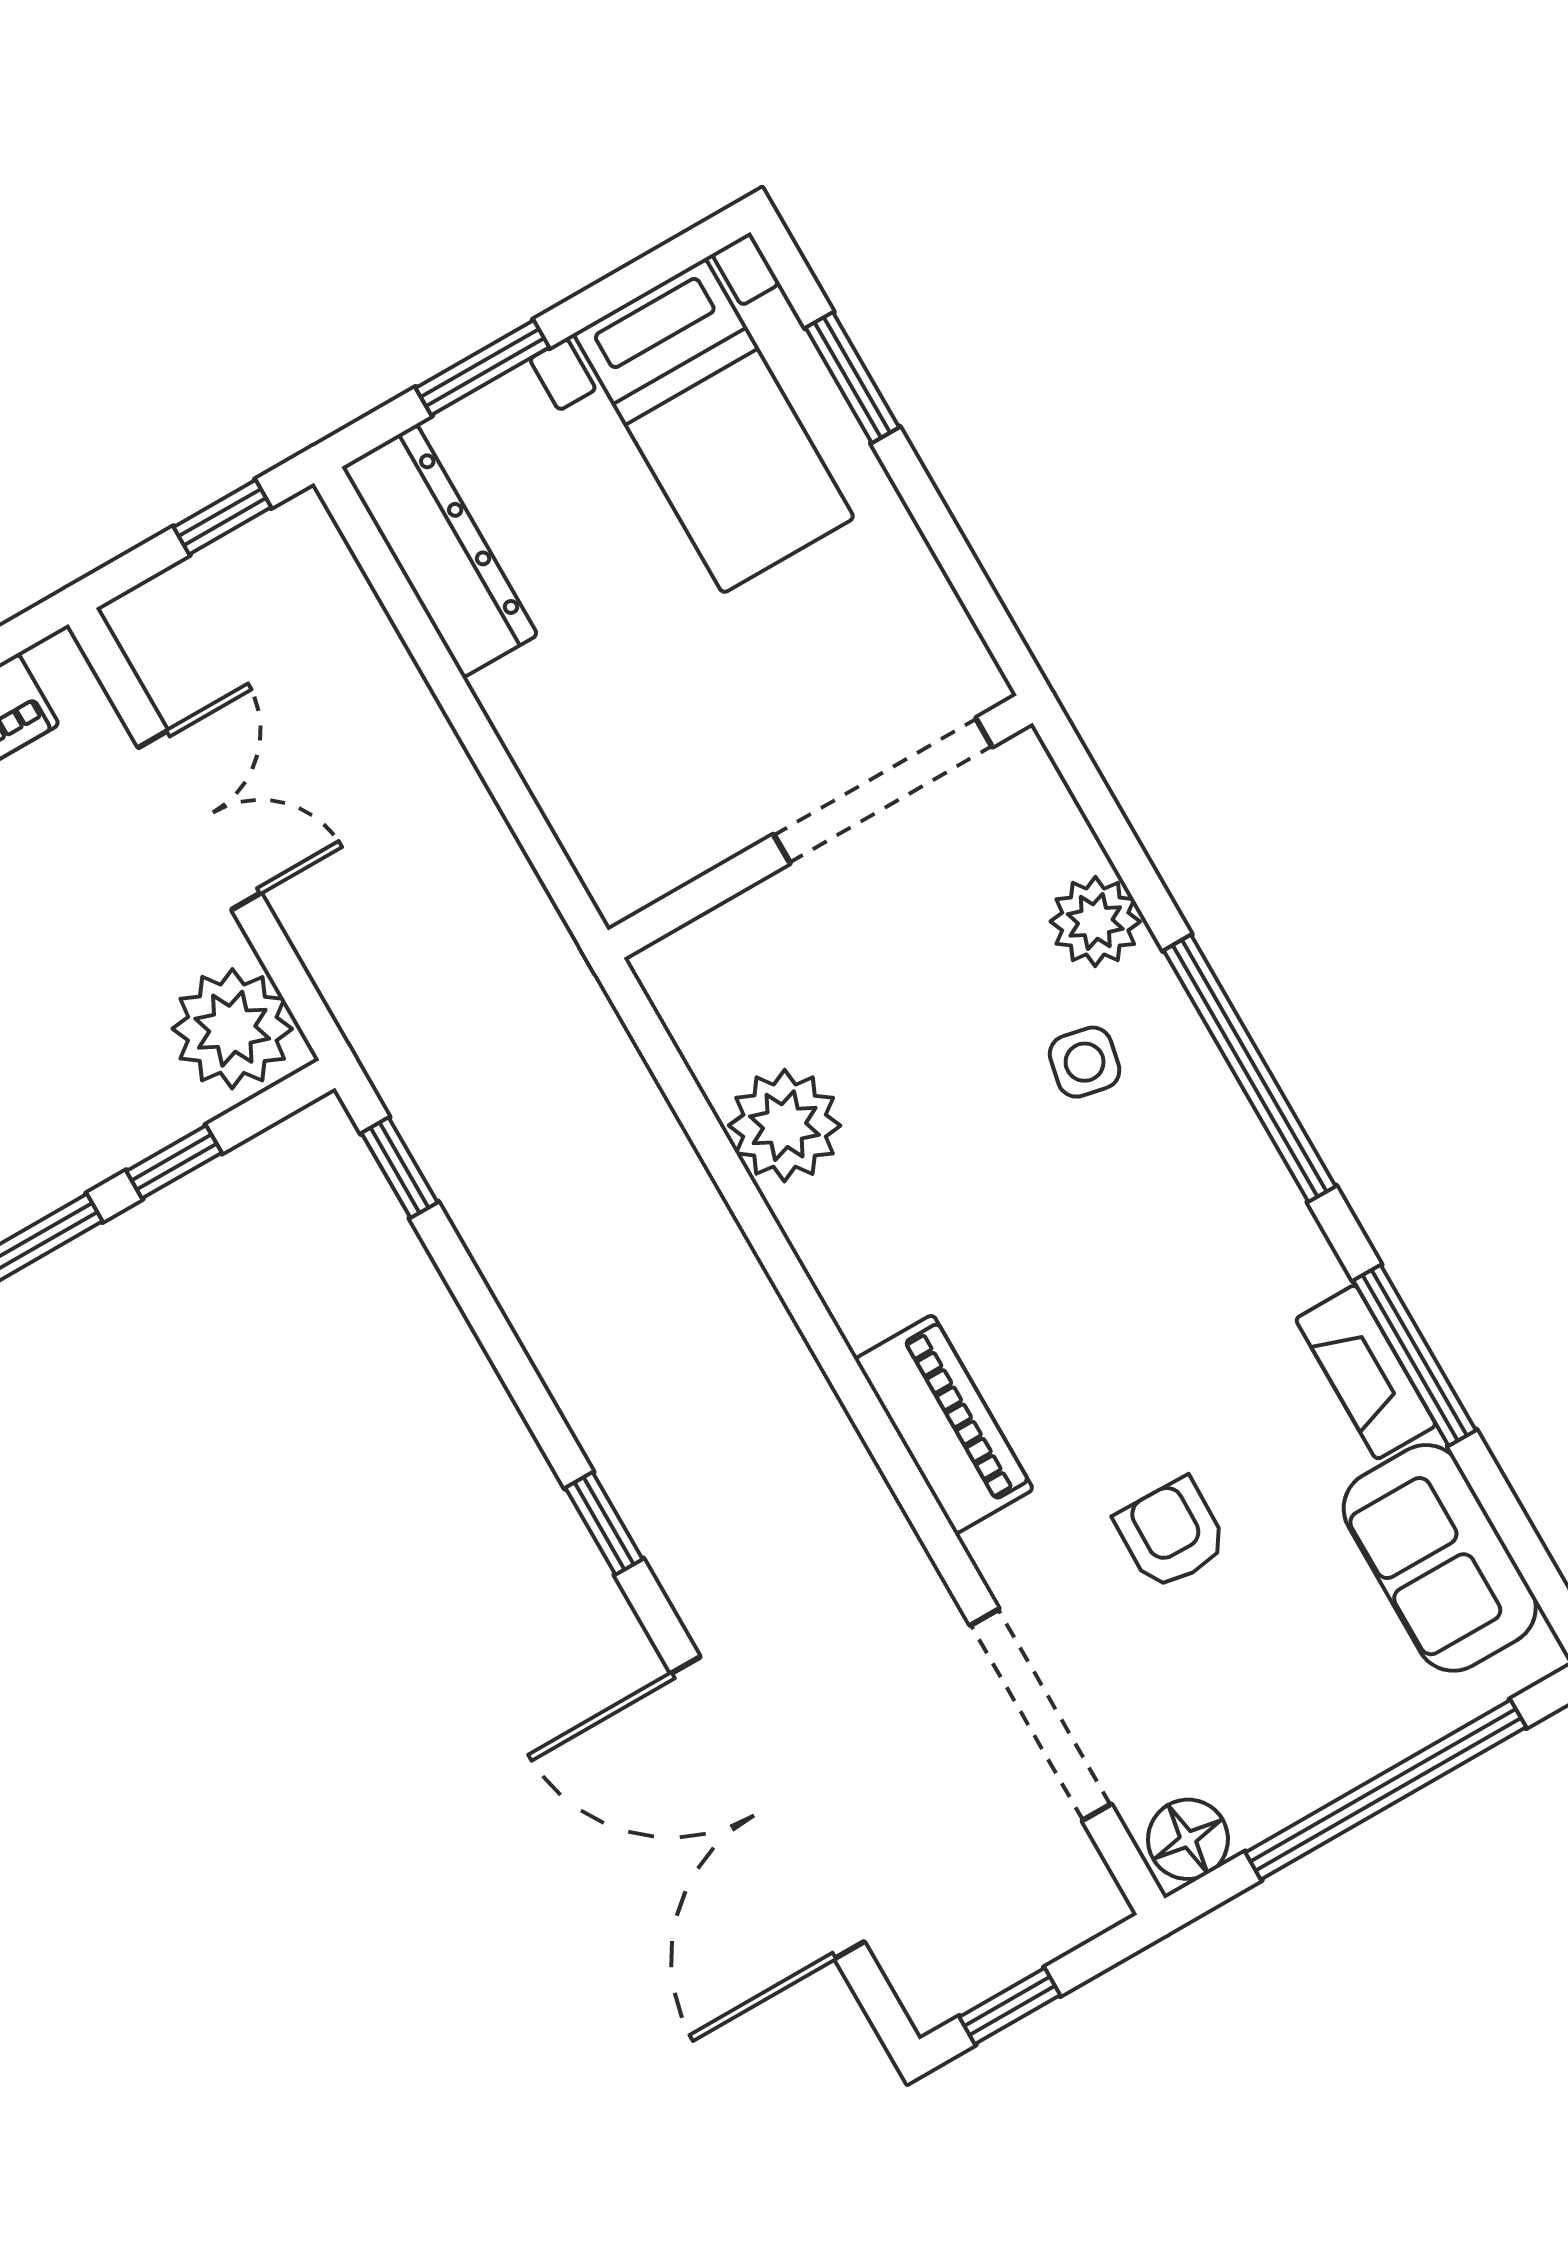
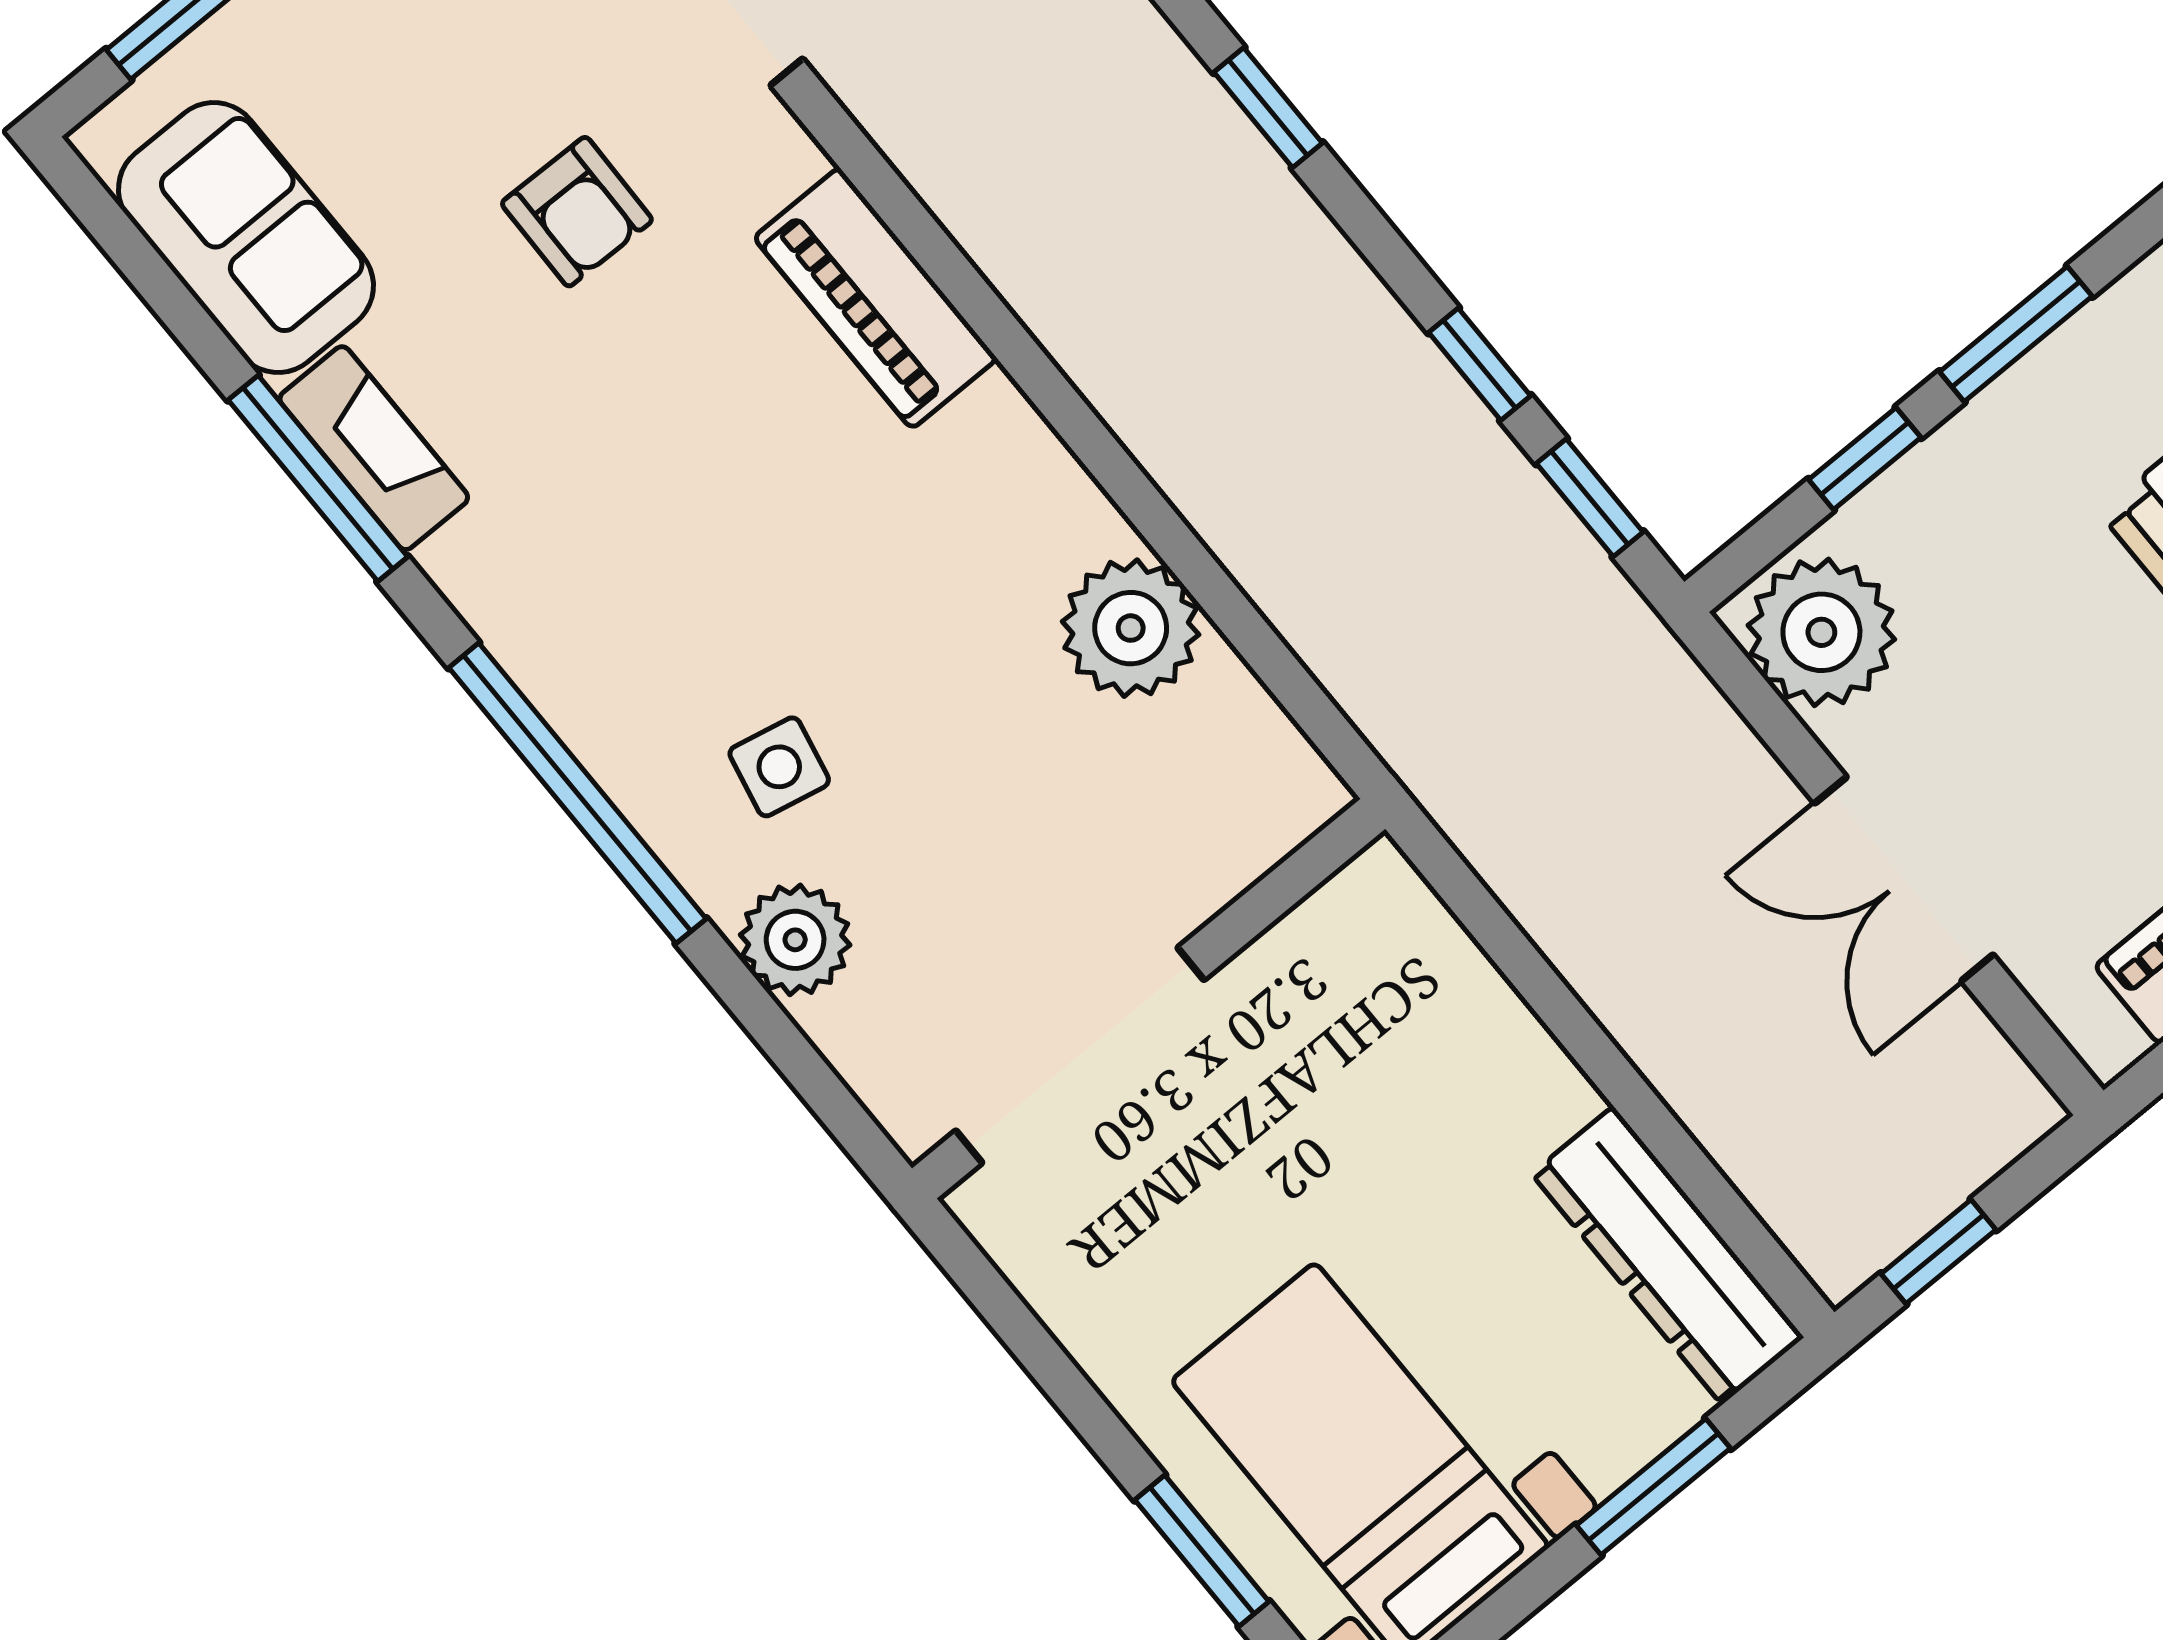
window: (470, 1290) -> (1480, 364), added

